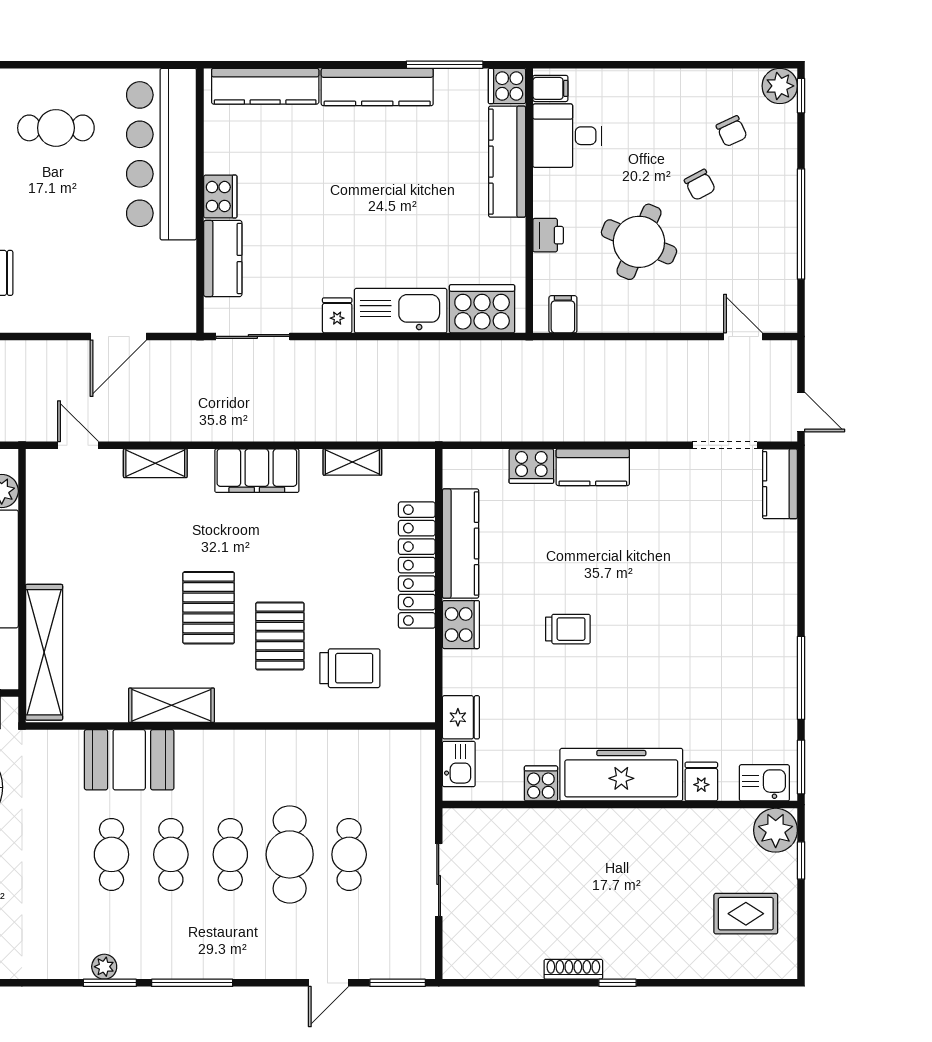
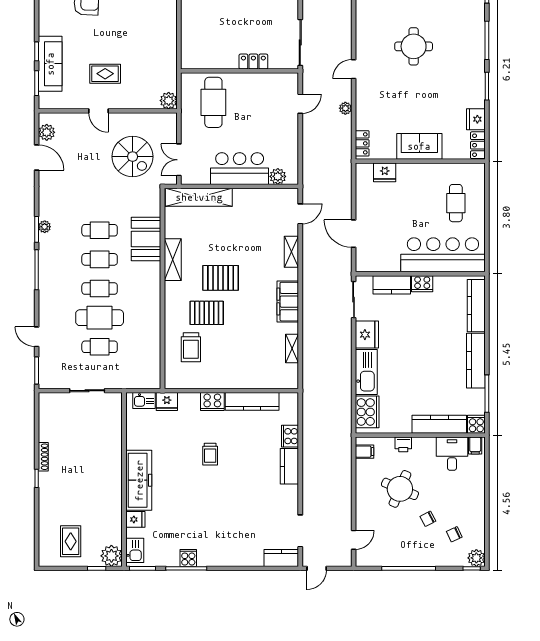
fridge: (337, 315) -> (367, 335), width x1.88, depth x1.34
locker: (417, 565) -> (241, 380), removed
cooker: (541, 783) -> (188, 558), moved, turned -90

